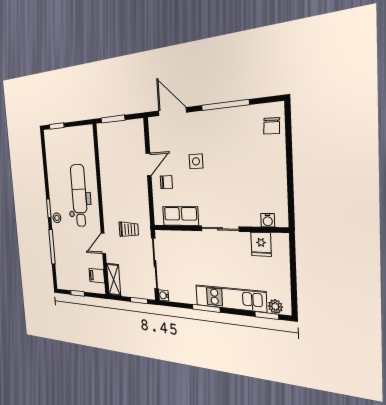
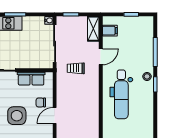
side table: (196, 161) -> (17, 116), width x1.87, depth x1.87

